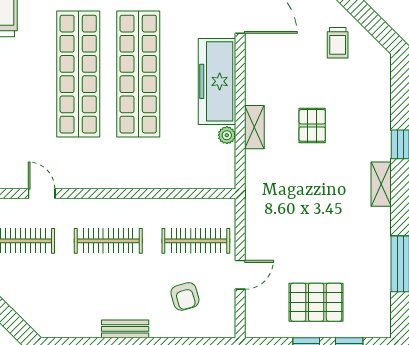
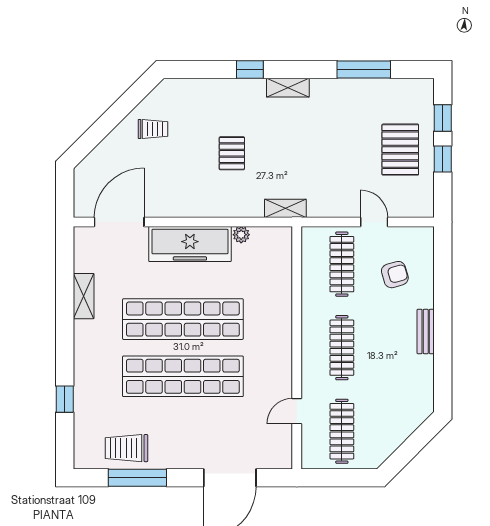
pallet: (312, 125) -> (232, 153), turned 90
shelving: (254, 127) -> (285, 208), moved

